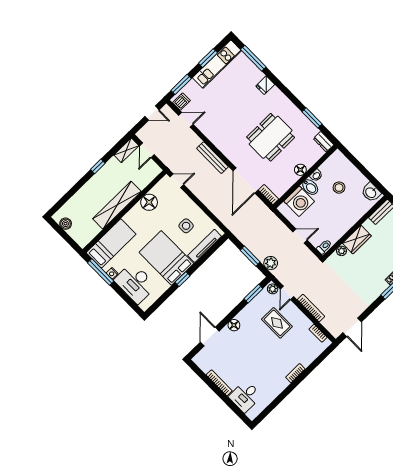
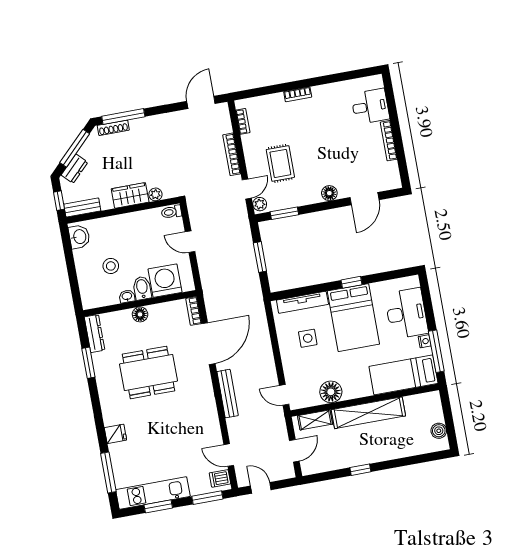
dresser: (324, 142) -> (95, 333), width x1.44
shelving: (126, 150) -> (315, 420), moved
plant: (271, 263) -> (242, 234), removed

